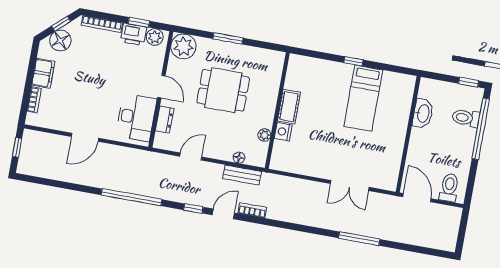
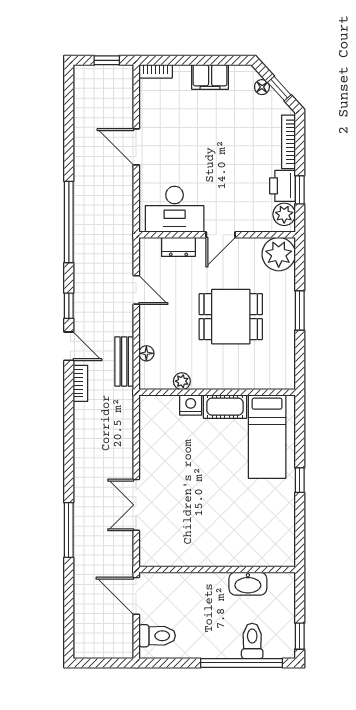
floor lamp: (60, 41) -> (262, 87), width x0.53, depth x0.53
dining table: (223, 90) -> (231, 317), turned 90
bed: (363, 98) -> (267, 437), moved, turned -90
bookcase: (34, 100) -> (156, 71), moved
door: (417, 198) -> (136, 596), swing flipped

